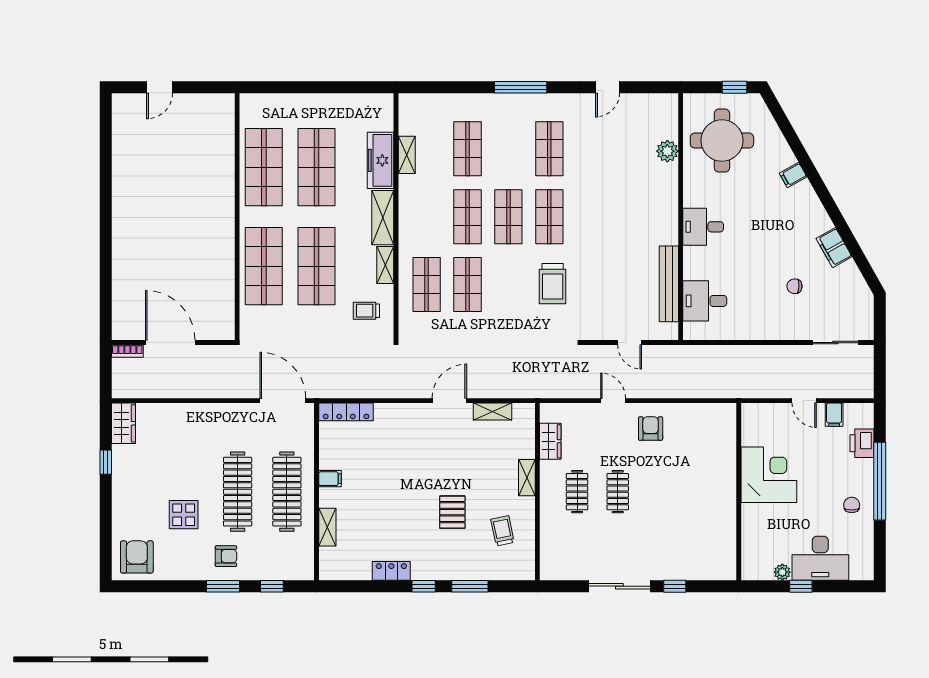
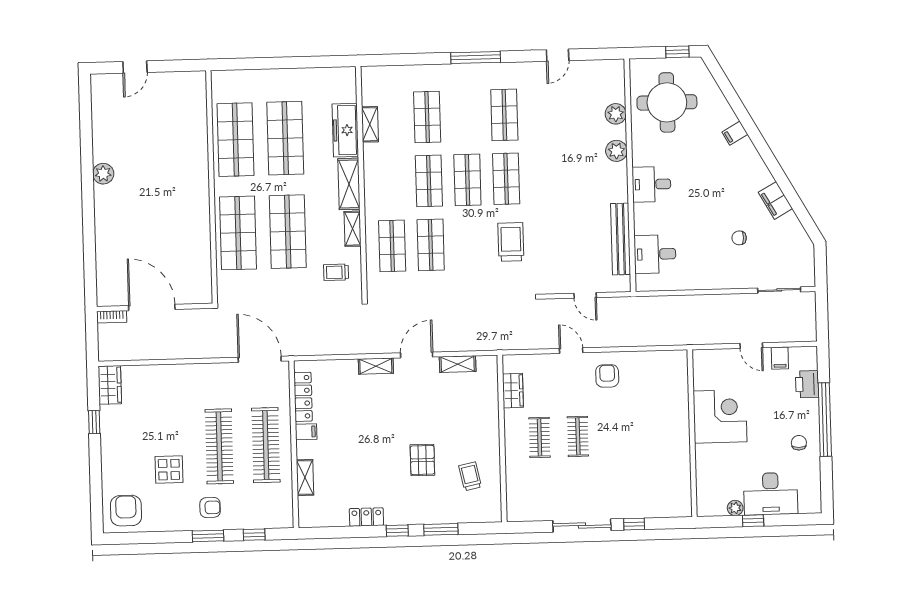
plant: (667, 190) -> (616, 151), added
plant: (123, 199) -> (103, 174), added
trolley: (553, 284) -> (511, 242), turned 180
locker: (346, 412) -> (303, 397), moved, turned -90
shelving: (527, 478) -> (376, 366), moved, turned 90

